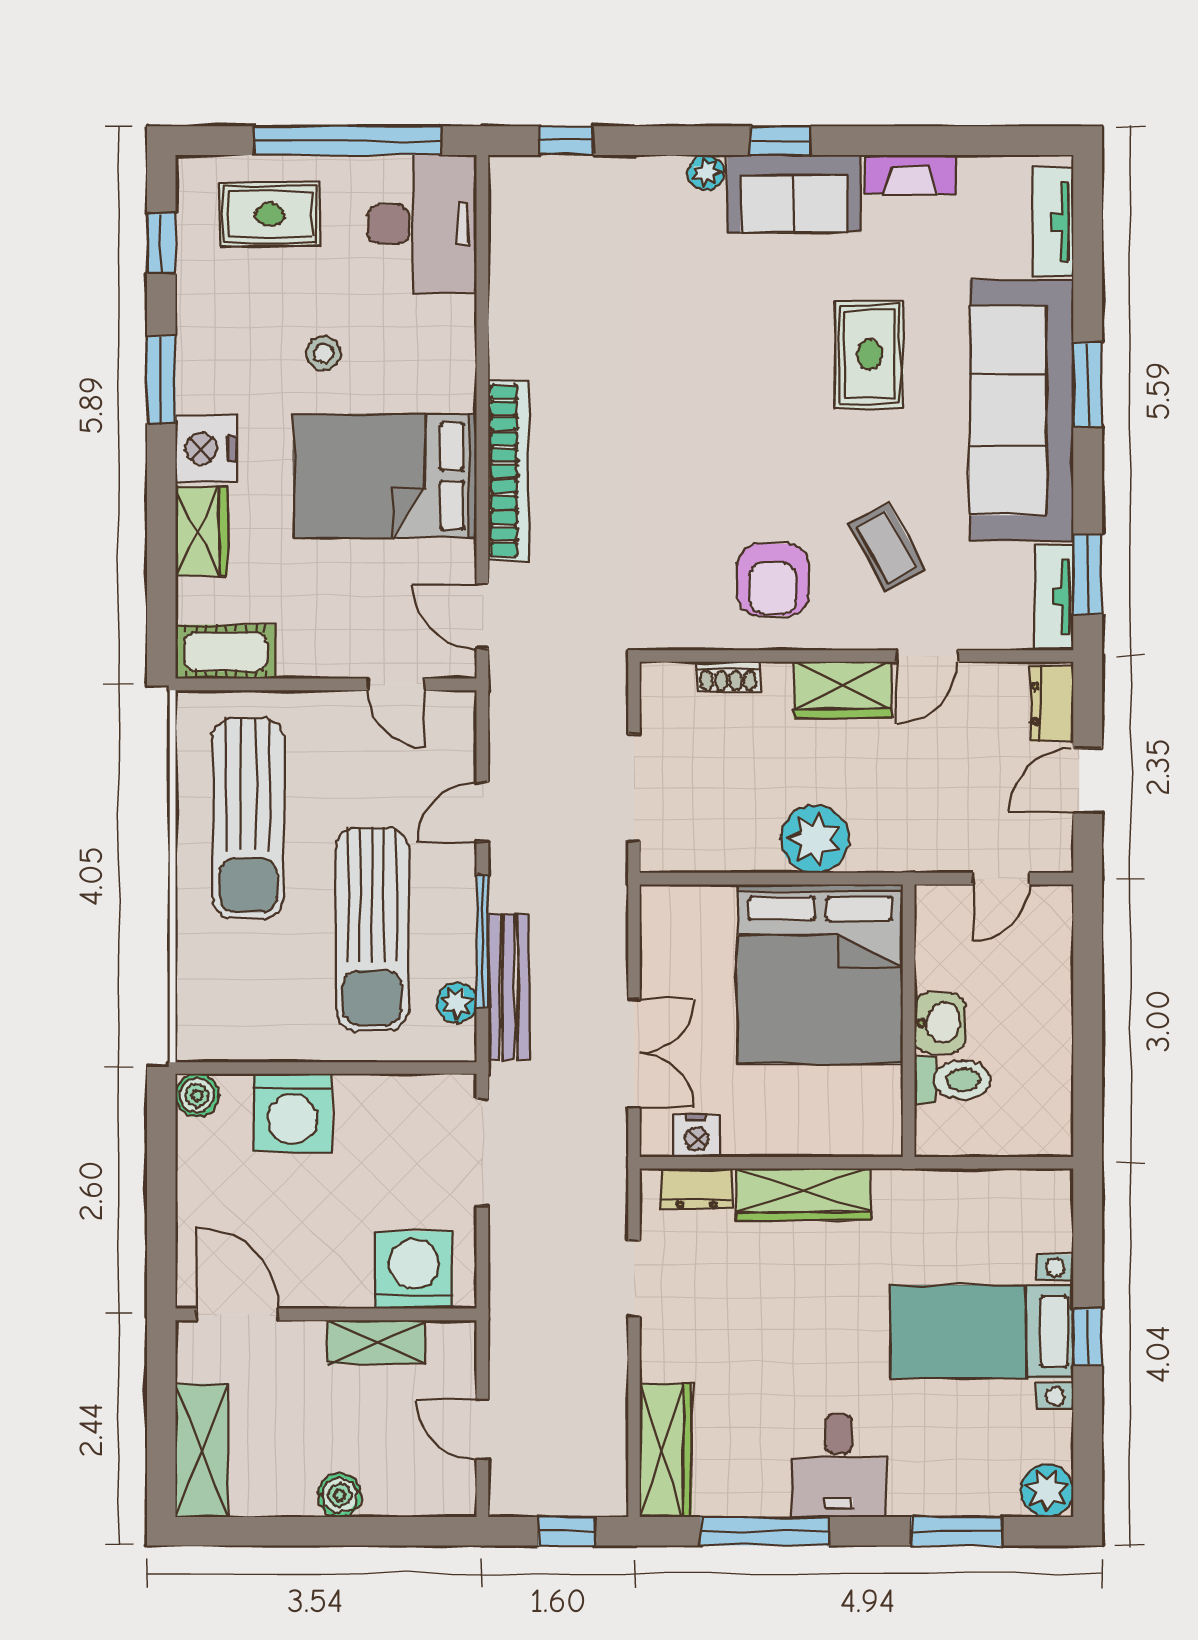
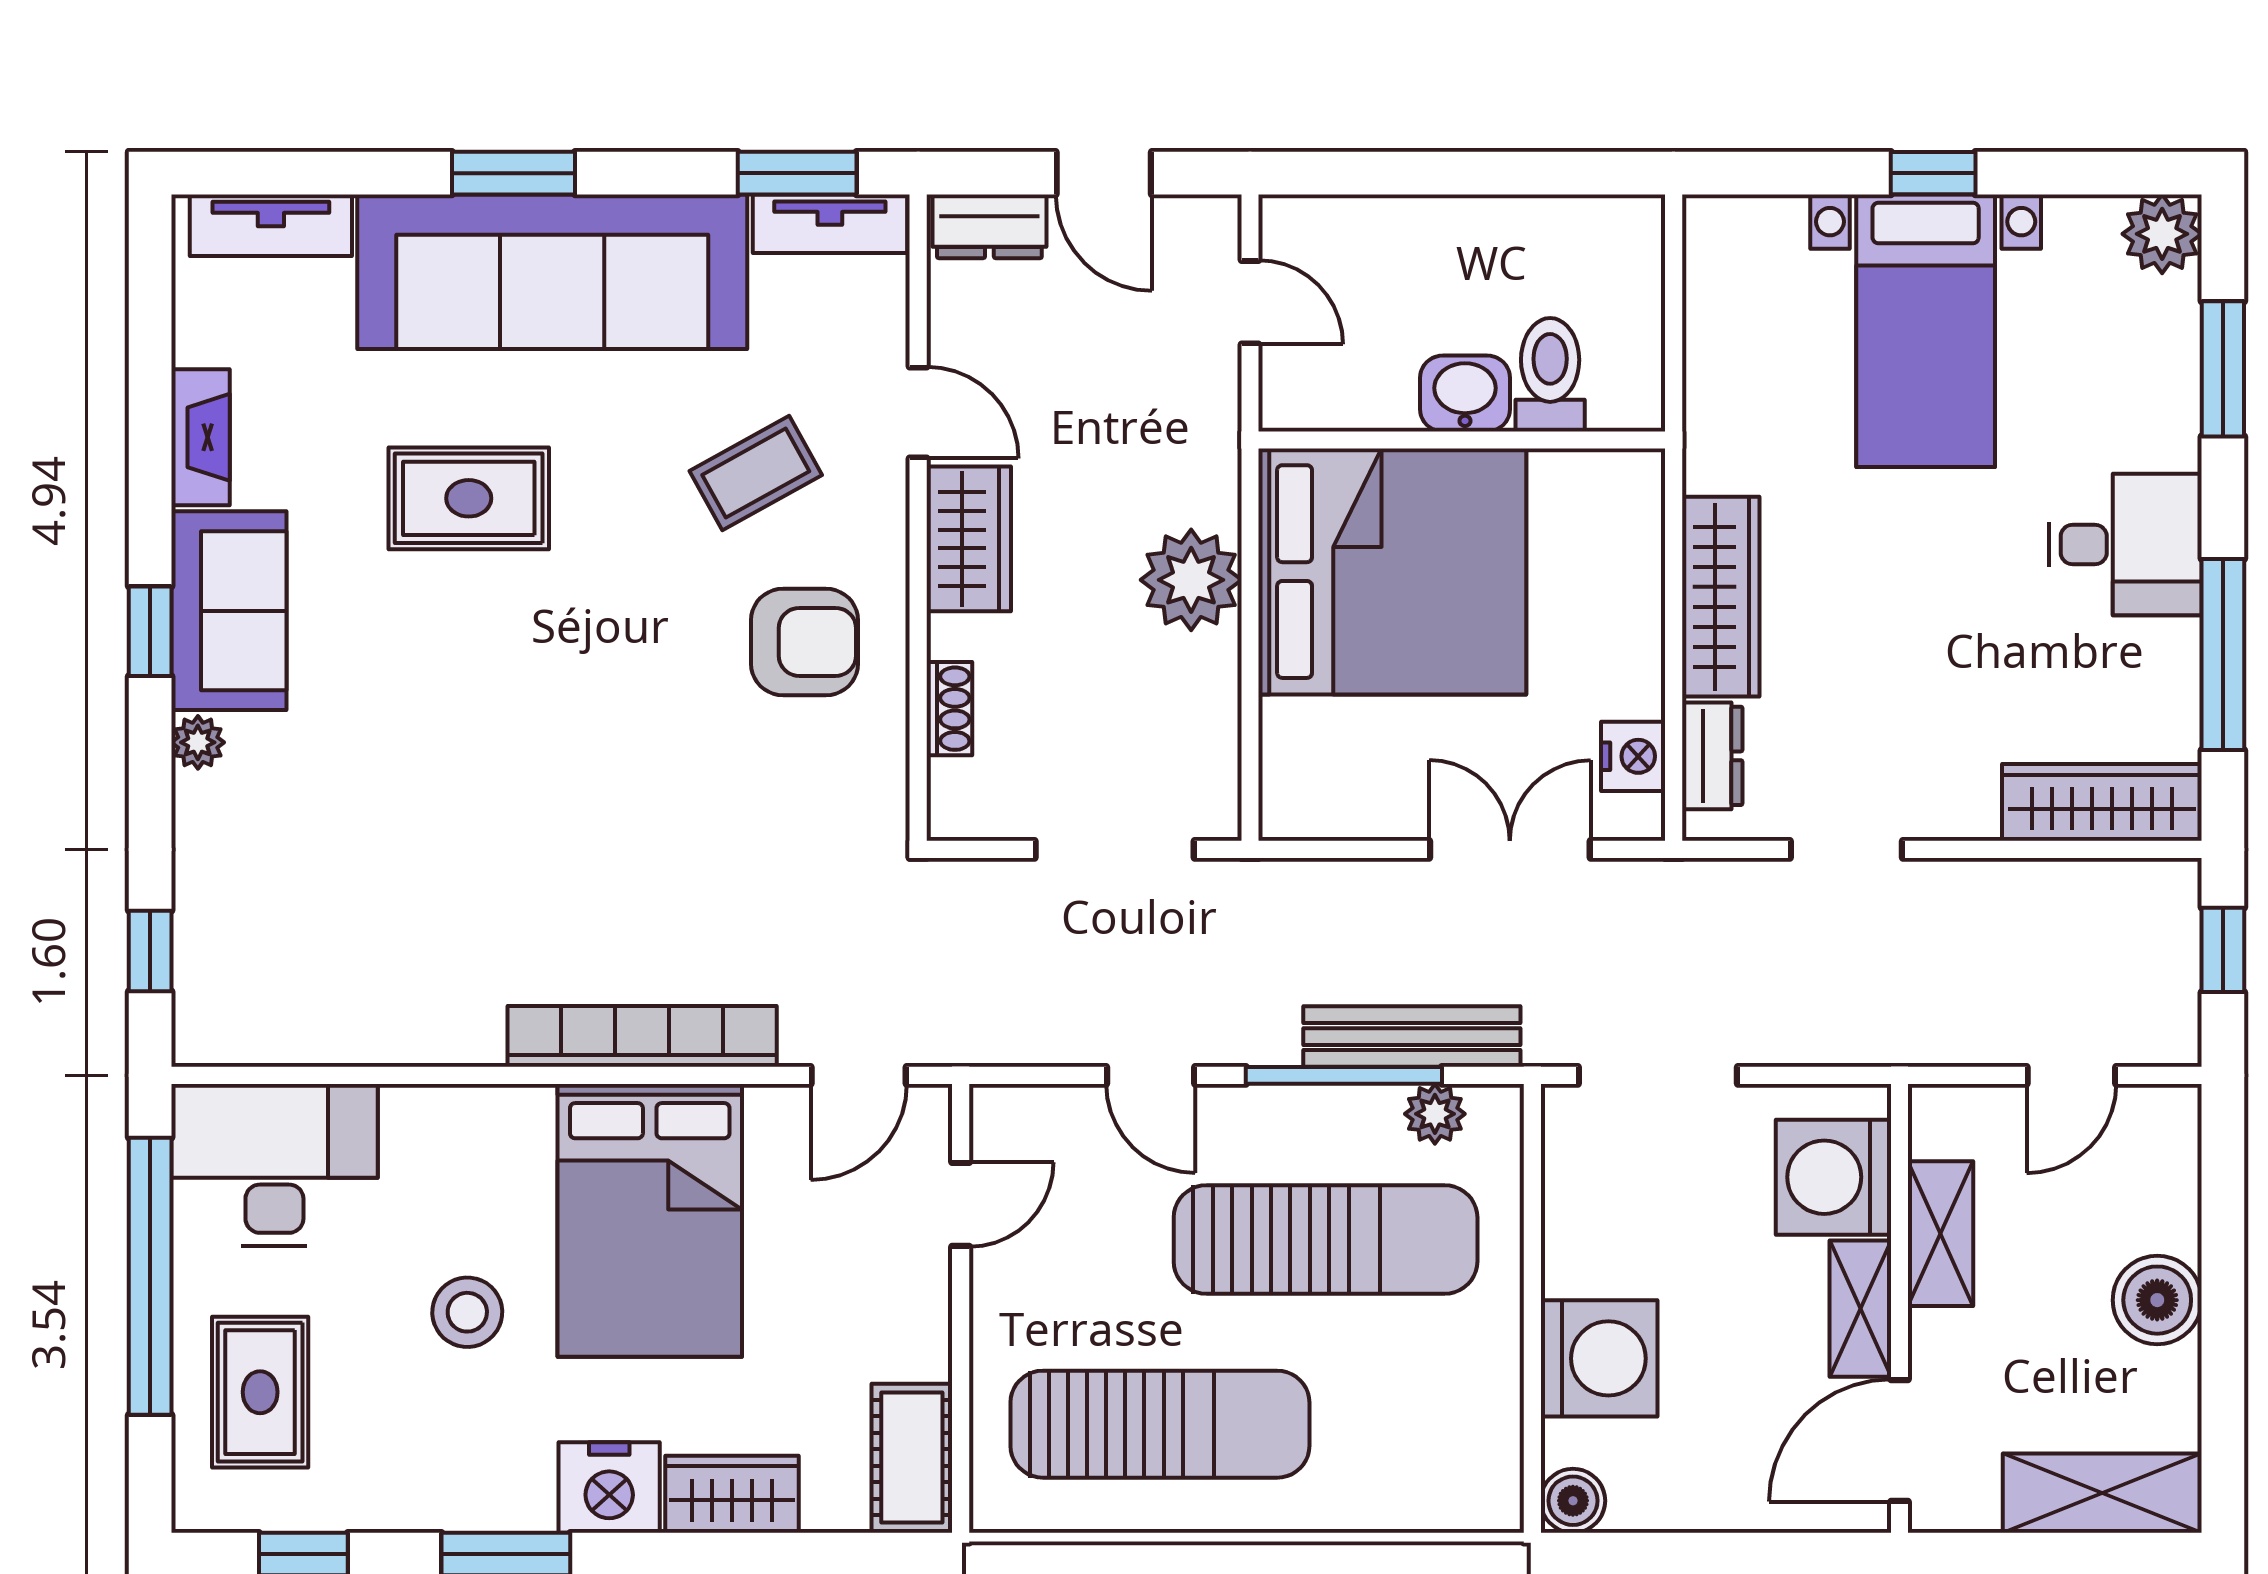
stool: (323, 353) -> (467, 1312), width x1.37, depth x1.37
shelving: (326, 1288) -> (1860, 1309), added
boiler: (340, 1495) -> (2157, 1300), width x1.36, depth x1.36

